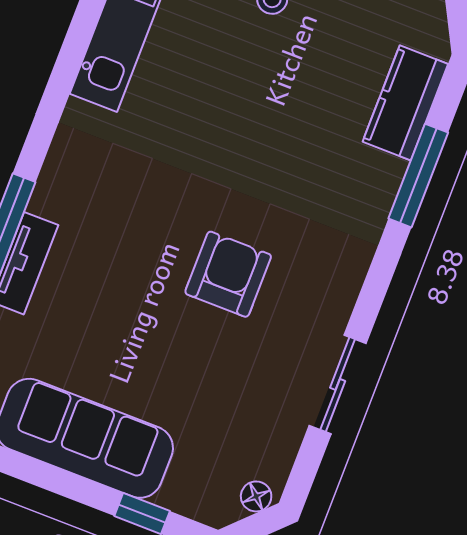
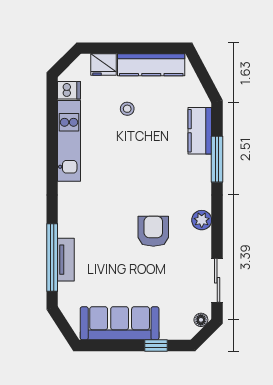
plant: (337, 290) -> (202, 220), added
sliding door: (338, 384) -> (217, 280), moved

